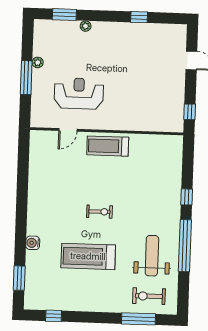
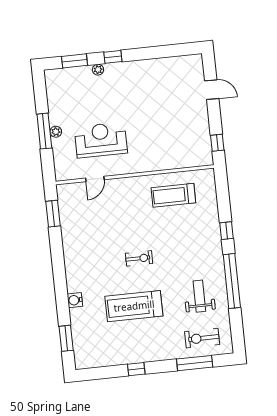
window: (139, 17) -> (113, 57), moved
plant: (38, 62) -> (56, 132), moved
treadmill: (108, 146) -> (173, 195), moved
window: (23, 157) -> (53, 214), added
weight bench: (152, 256) -> (199, 296), width x0.73, depth x0.75
window: (54, 316) -> (136, 369), moved

